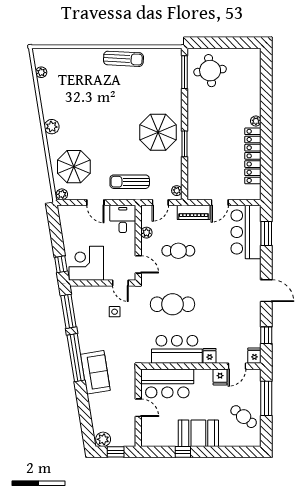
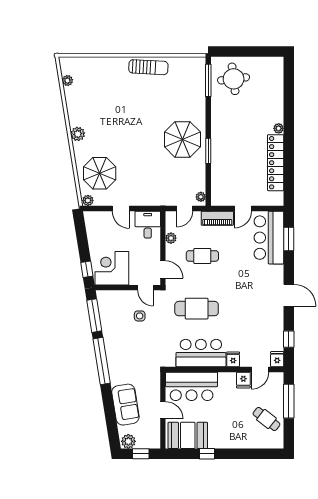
sun lounger: (130, 182) -> (154, 188), removed
sofa: (95, 372) -> (125, 405), moved
booth: (198, 433) -> (188, 435), moved

